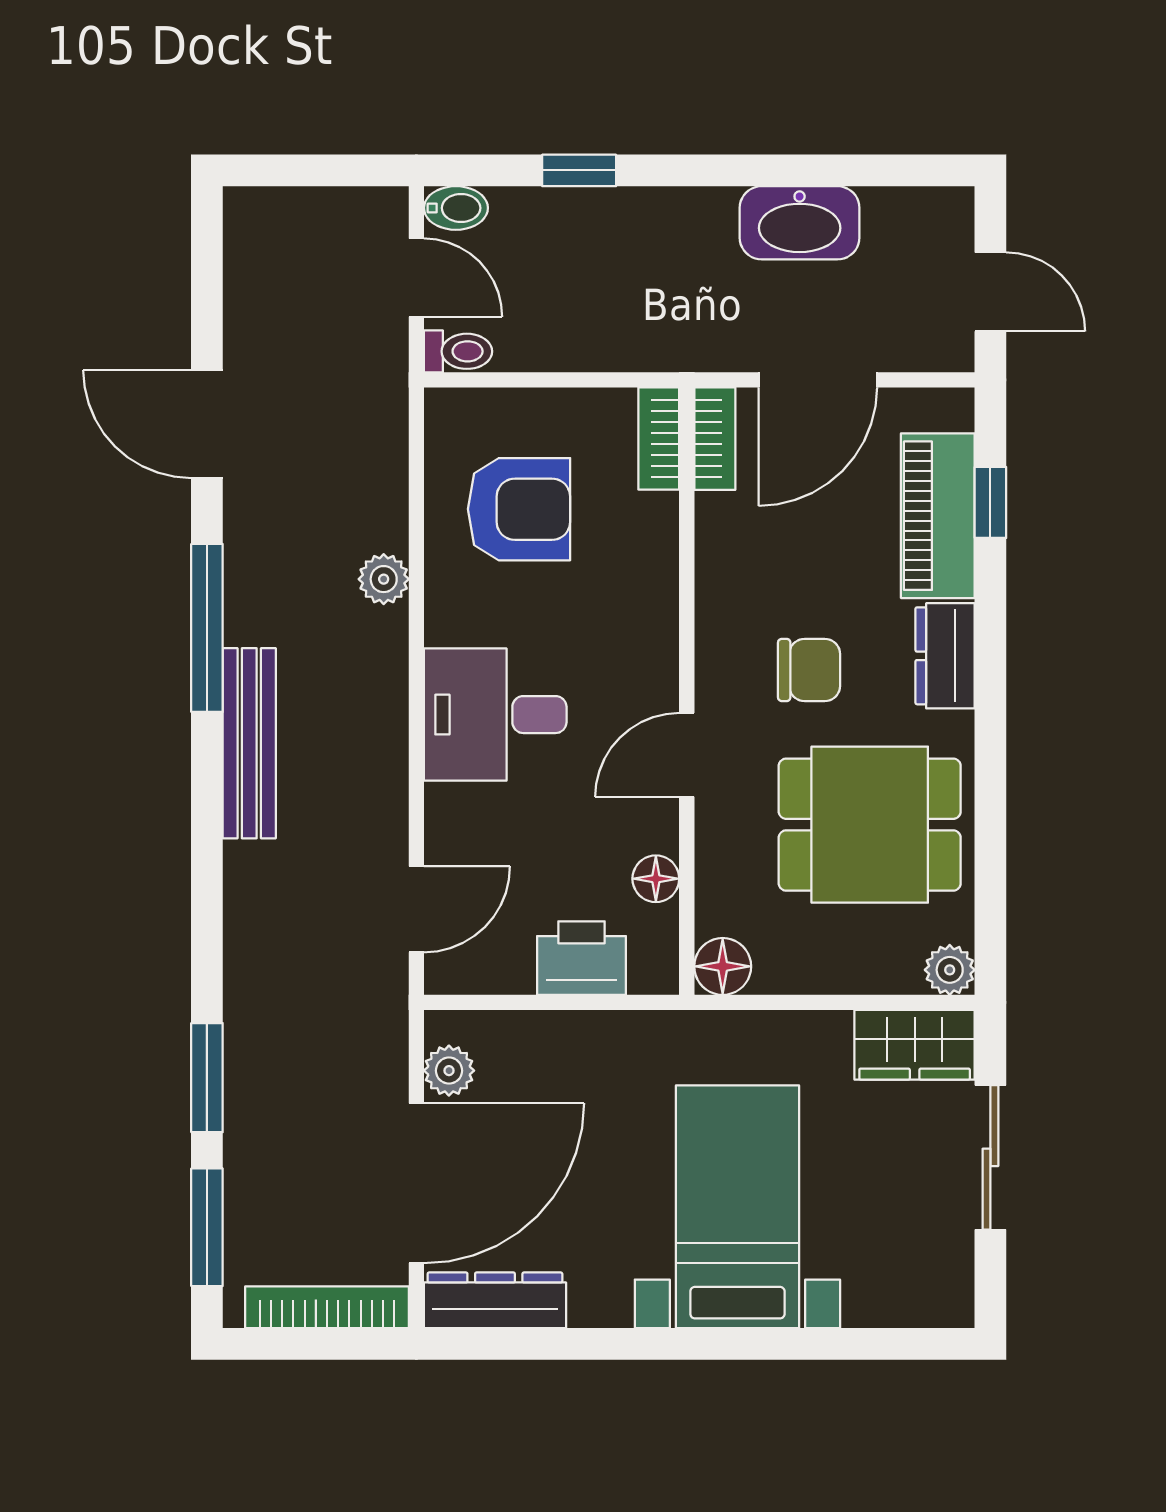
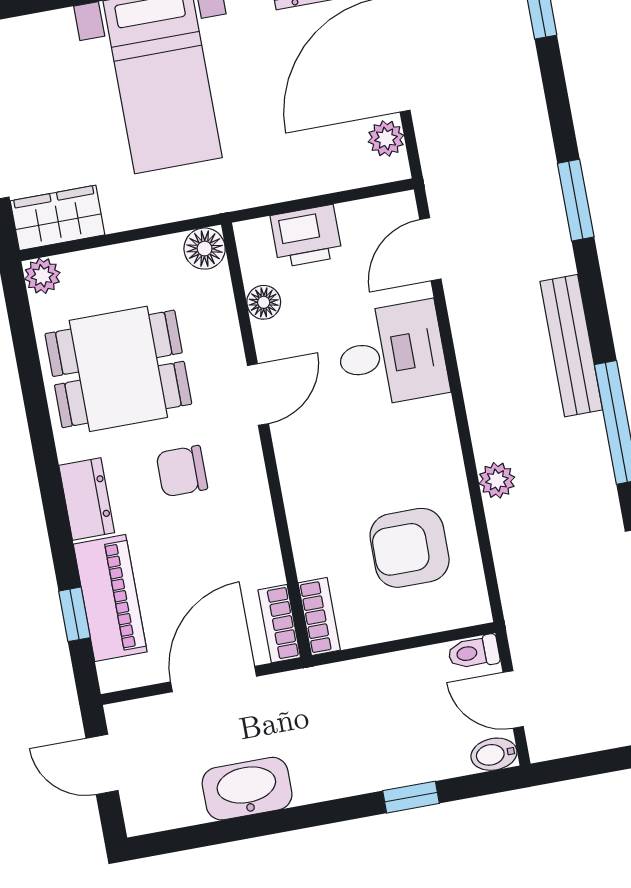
desk: (495, 715) -> (392, 354), moved
window: (207, 1078) -> (576, 200), moved

